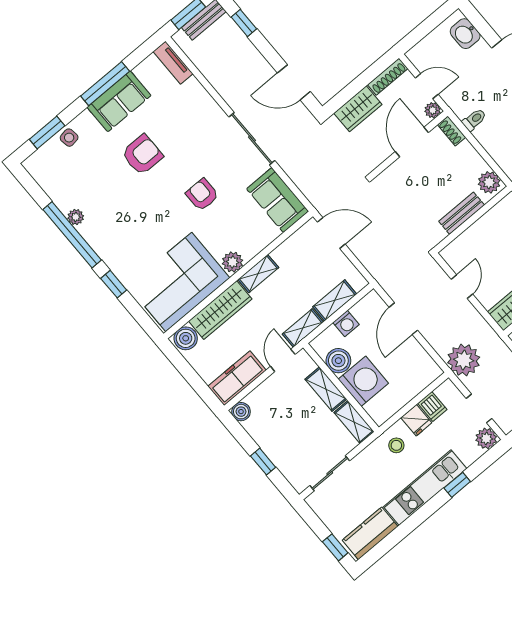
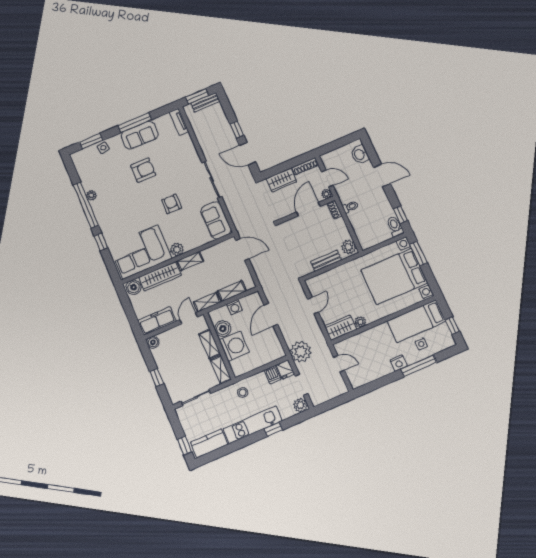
window: (244, 23) -> (237, 130), moved
fridge: (416, 420) -> (285, 369), moved

